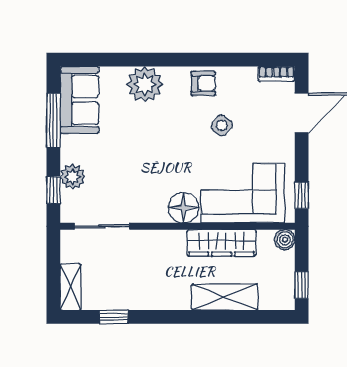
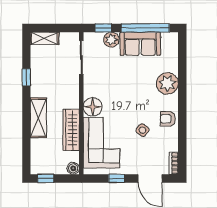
armchair: (203, 83) -> (168, 119), turned 90
sofa: (79, 100) -> (140, 44), moved
window: (53, 121) -> (145, 28), width x1.46
window: (302, 195) -> (117, 178), moved
shelving: (225, 297) -> (38, 118), moved
window: (114, 317) -> (26, 77), moved

